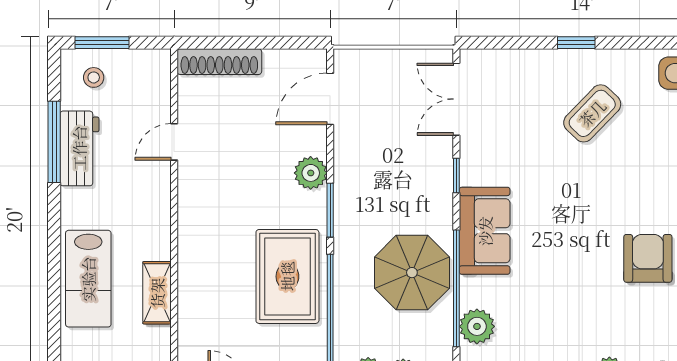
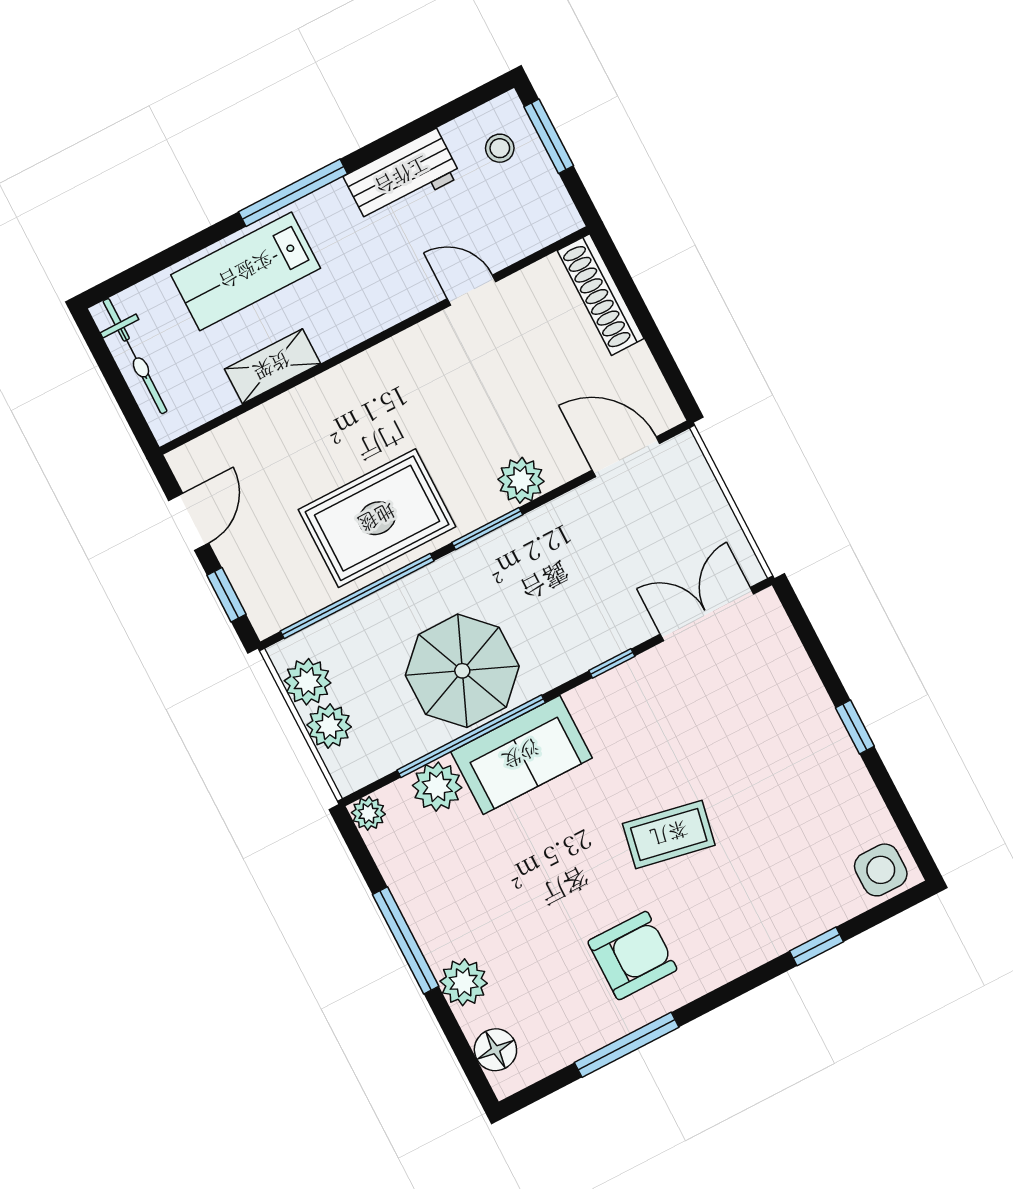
coffee table: (592, 113) -> (669, 834), moved, turned -33
window: (54, 142) -> (293, 193), moved
sofa: (485, 231) -> (521, 755), moved

